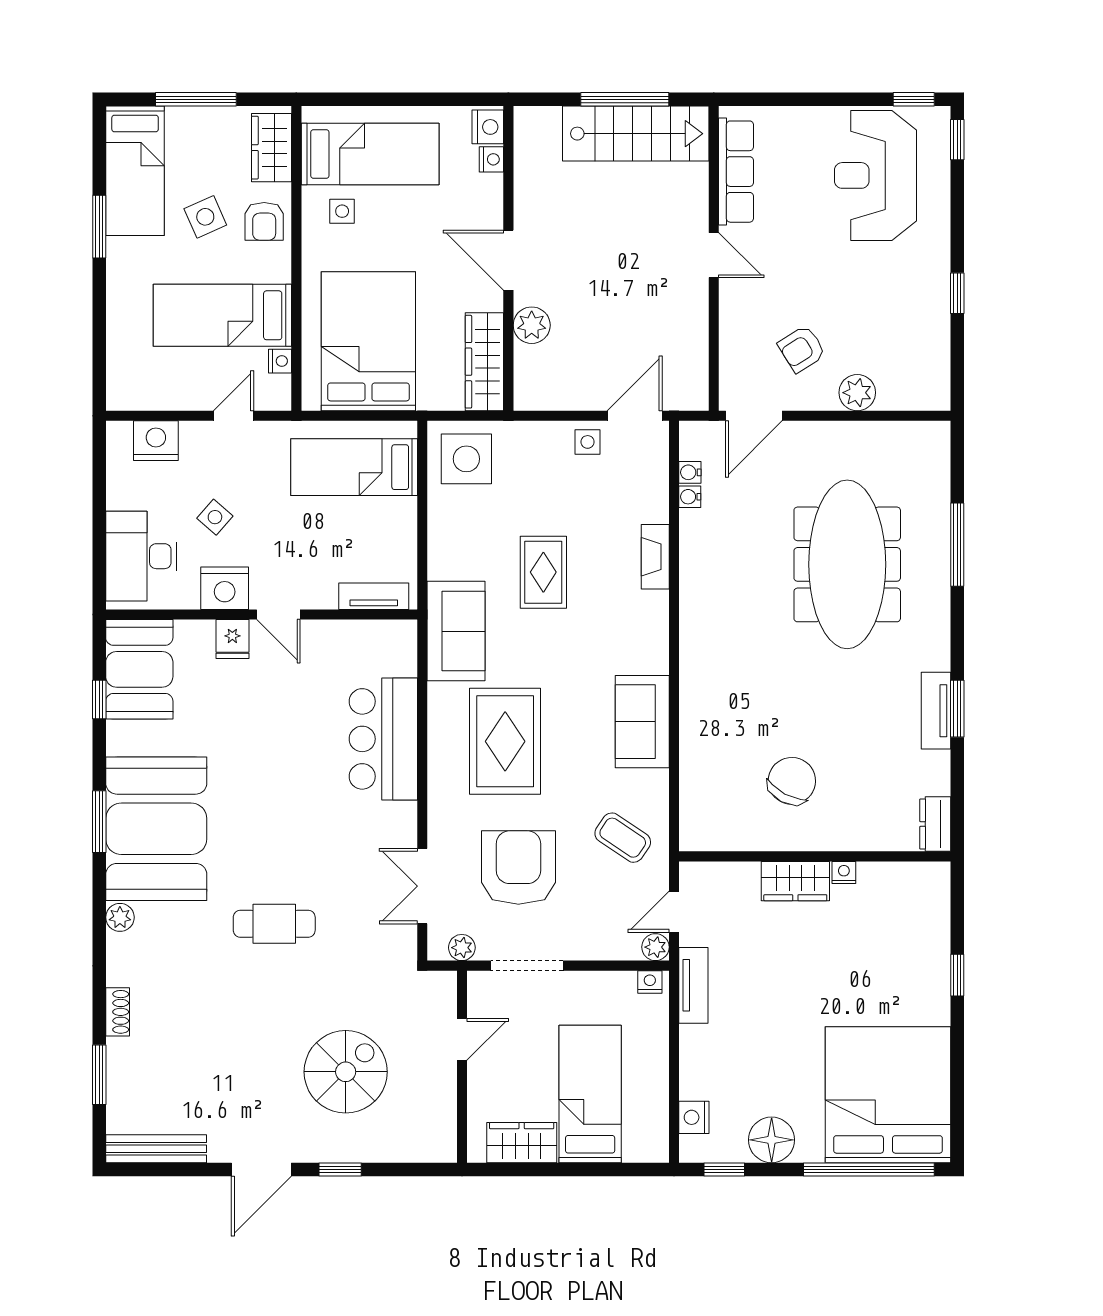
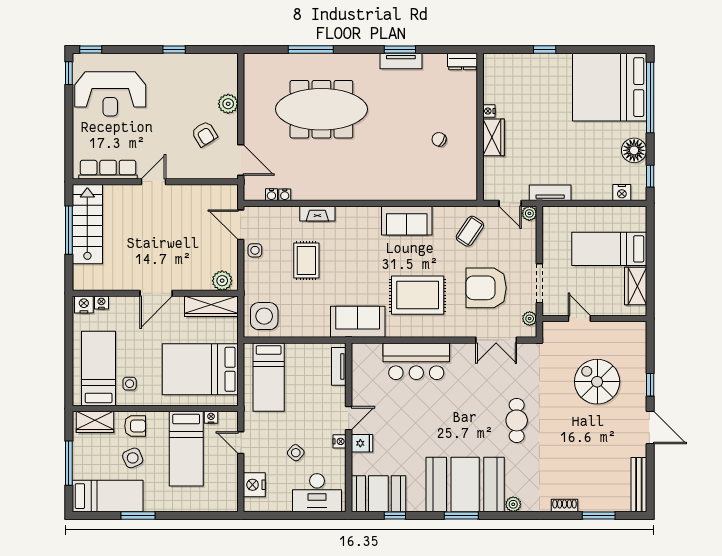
plant: (532, 325) -> (222, 281), moved
rug: (543, 572) -> (306, 260), moved, turned 90
nightstand: (225, 588) -> (340, 441), width x0.53, depth x0.56
chair: (792, 781) -> (439, 139), width x0.54, depth x0.54
nightstand: (650, 982) -> (548, 216), removed

